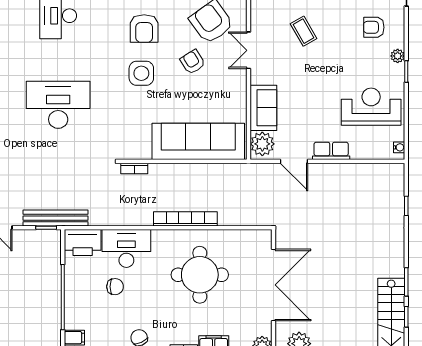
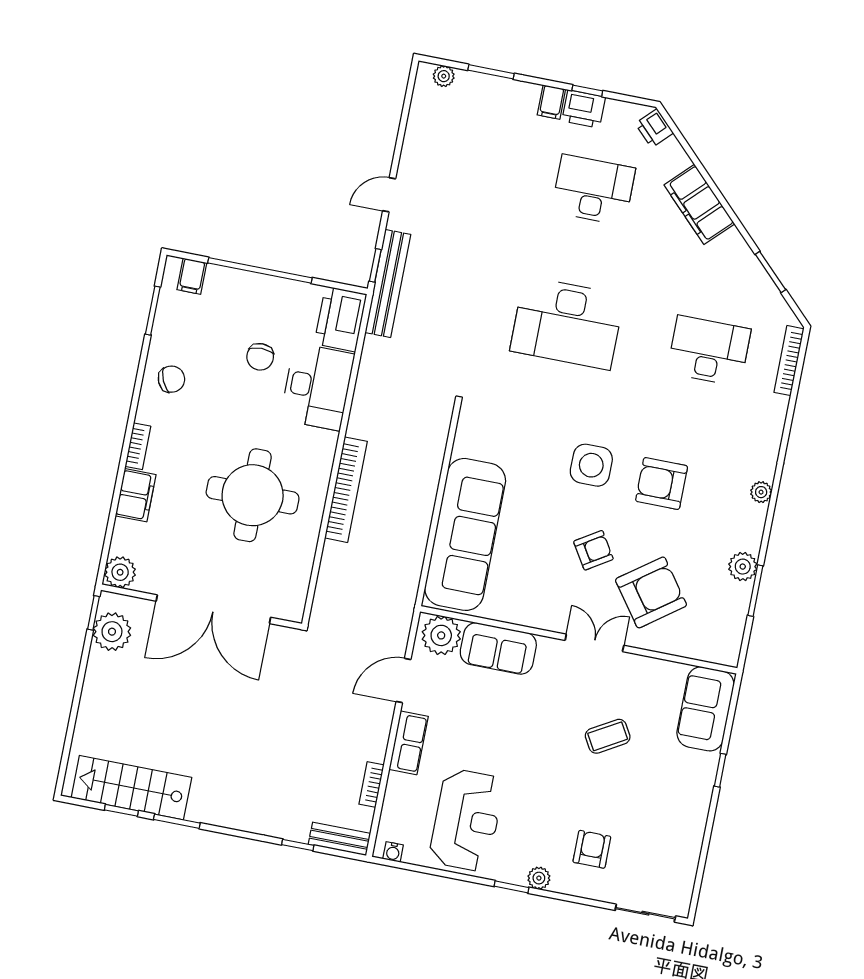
desk: (58, 105) -> (567, 323), turned 90
bookcase: (134, 168) -> (371, 785), moved
bench: (398, 181) -> (339, 839), added

